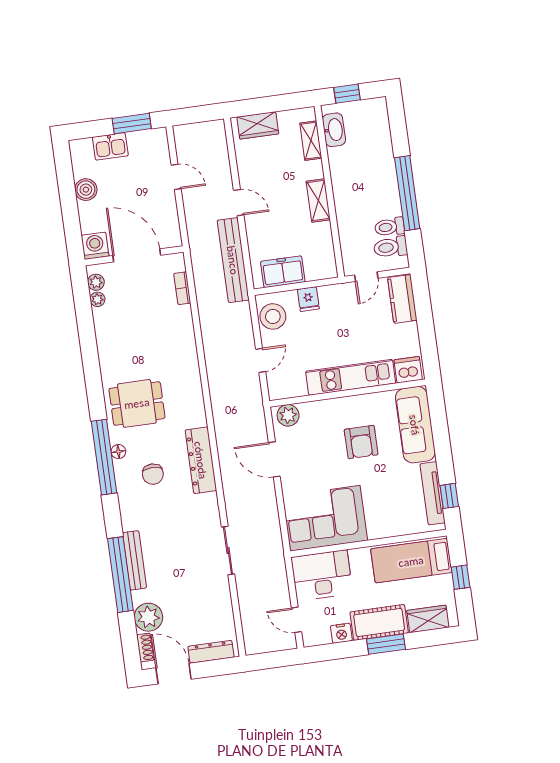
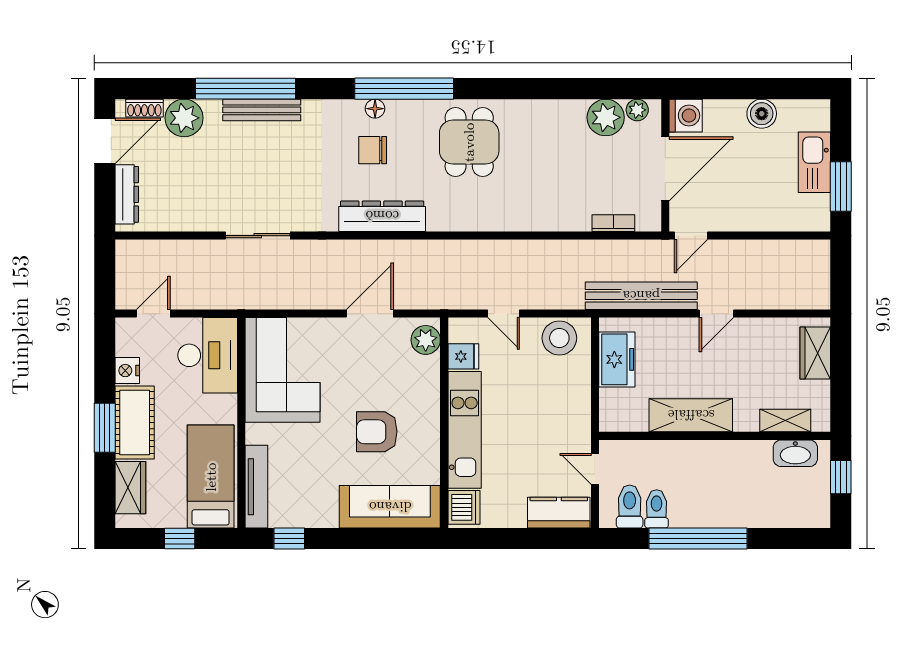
kitchen sink: (110, 146) -> (814, 162), width x1.38
door: (176, 177) -> (691, 236), moved
shelving: (318, 201) -> (691, 415), width x1.50, depth x1.33
plant: (97, 299) -> (606, 117), width x1.88, depth x1.88
fridge: (308, 299) -> (463, 356), moved, turned 180
floor lamp: (118, 452) -> (375, 109), moved
tv unit: (433, 493) -> (256, 487), moved, turned 90

